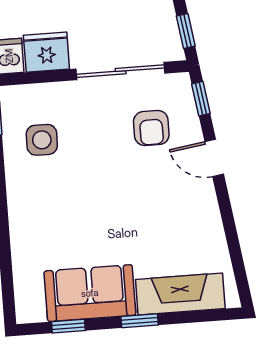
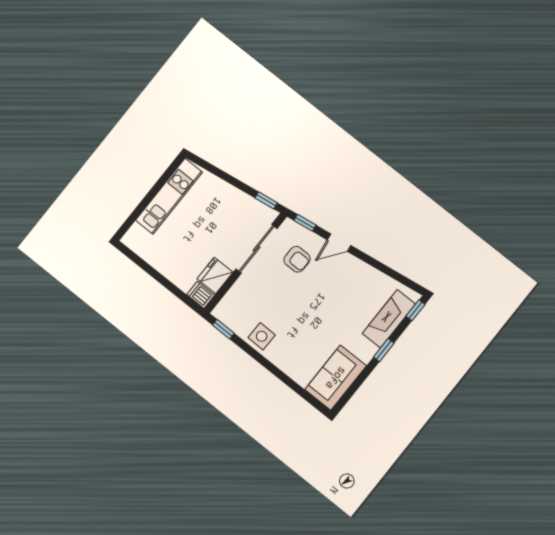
side table: (42, 140) -> (262, 336), moved
sofa: (90, 293) -> (336, 378), moved
window: (68, 326) -> (416, 310), moved

